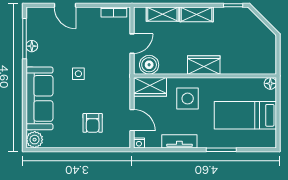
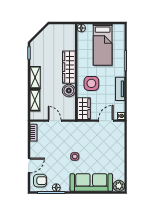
boiler: (149, 65) -> (69, 91), moved
wardrobe: (204, 65) -> (69, 67), width x1.50
armchair: (93, 123) -> (40, 181), moved

